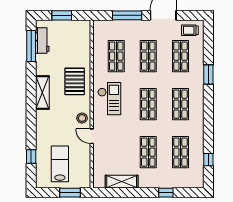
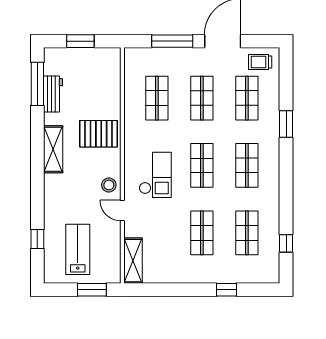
workbench: (42, 40) -> (53, 94), moved
pallet: (75, 81) -> (99, 134), turned 90
checkout: (109, 99) -> (155, 175), moved
shelving: (122, 182) -> (133, 261), moved, turned 90

